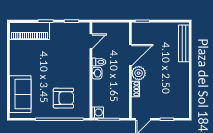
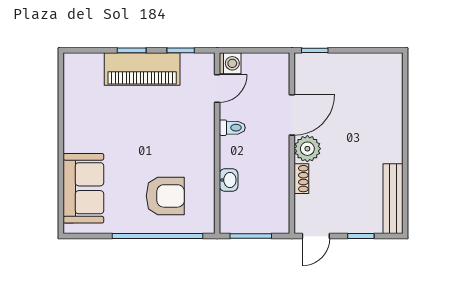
piano: (29, 31) -> (142, 69), moved
bench: (184, 43) -> (393, 199), moved
washbasin: (97, 73) -> (229, 180), moved
washing machine: (98, 112) -> (230, 63), moved

